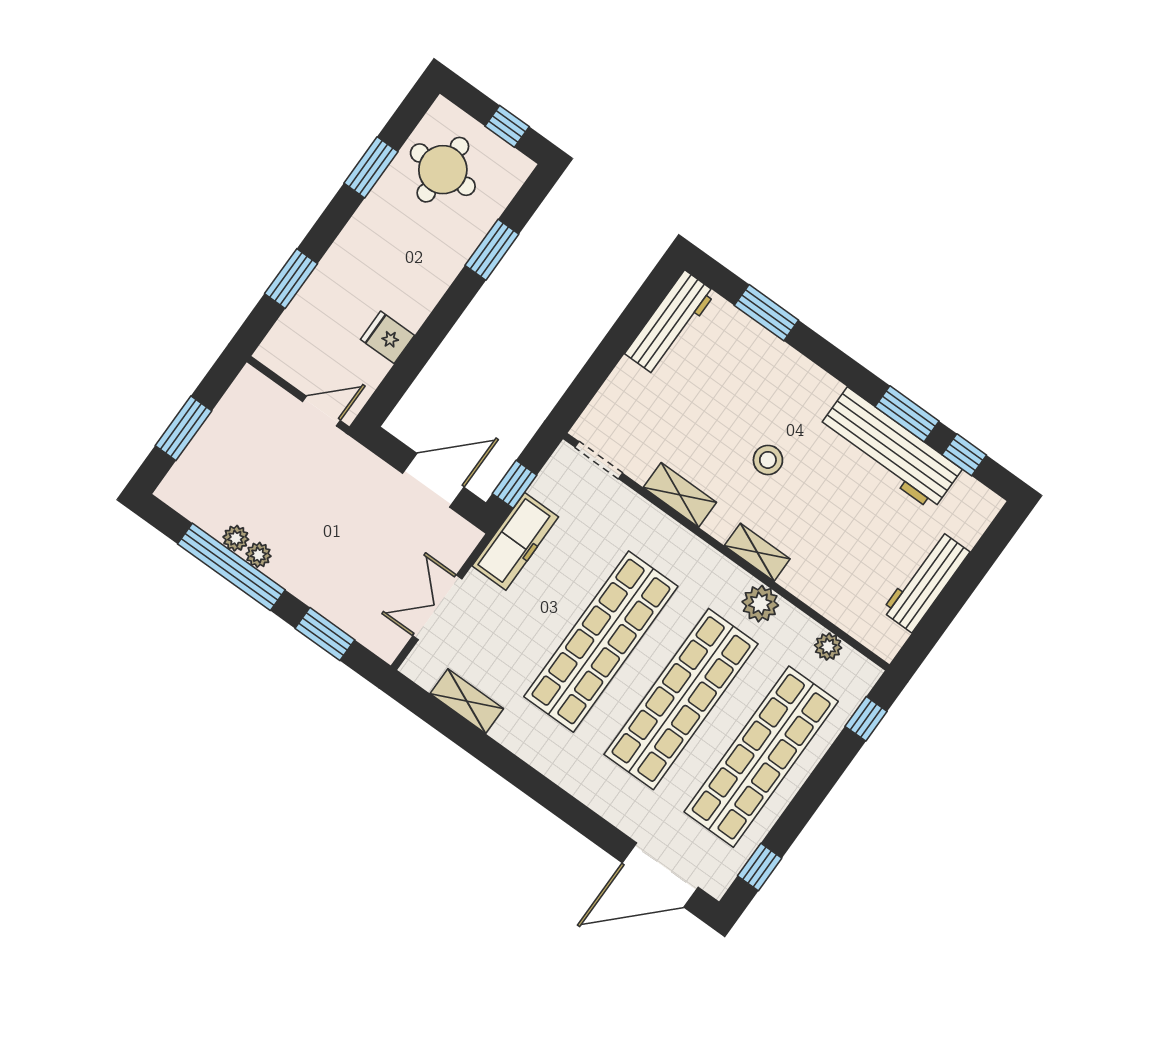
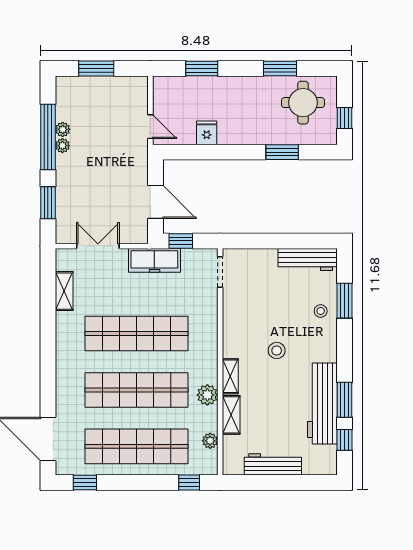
stool: (757, 357) -> (321, 311), added
shelving: (680, 495) -> (231, 415), moved

